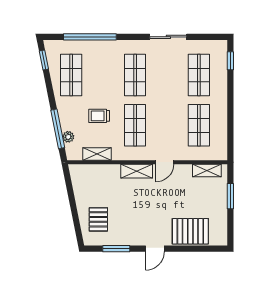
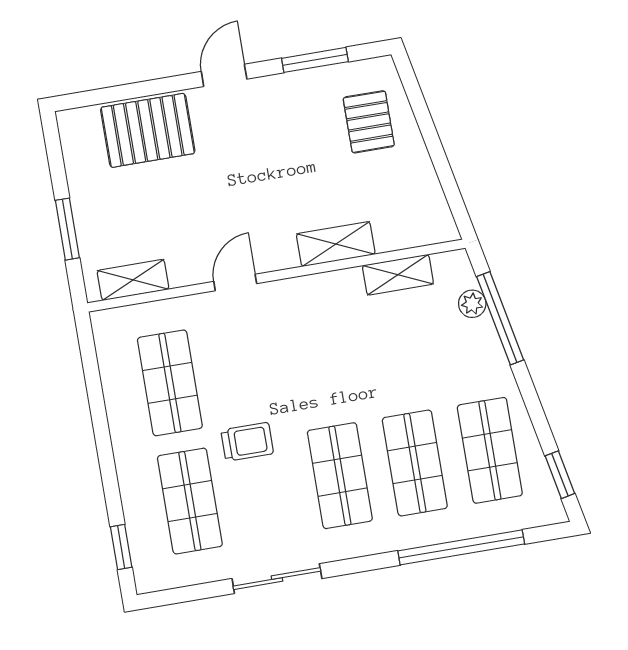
trolley: (99, 116) -> (247, 442), moved
shop shelf: (135, 125) -> (415, 463), moved
shelving: (137, 171) -> (336, 244), moved

